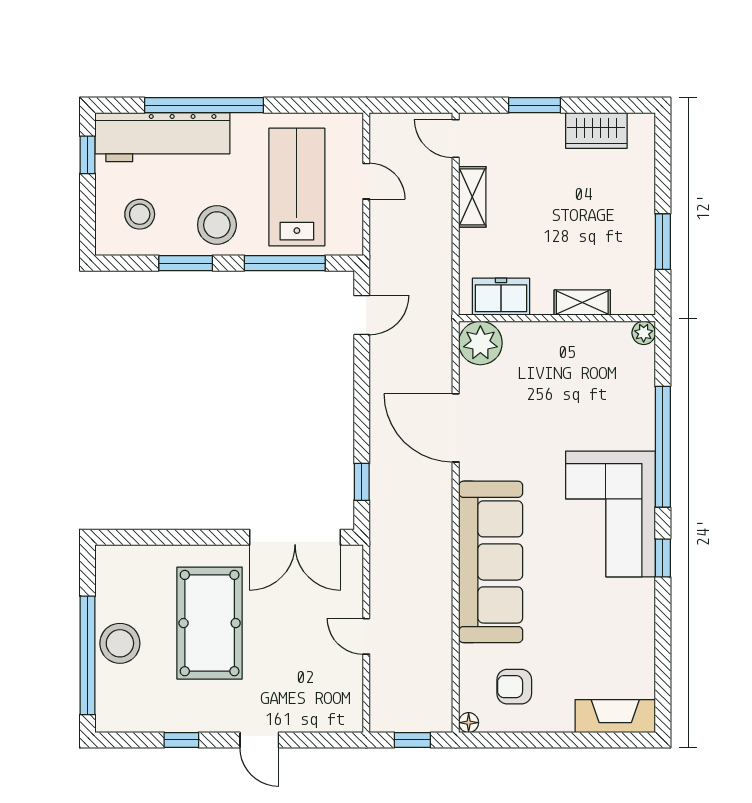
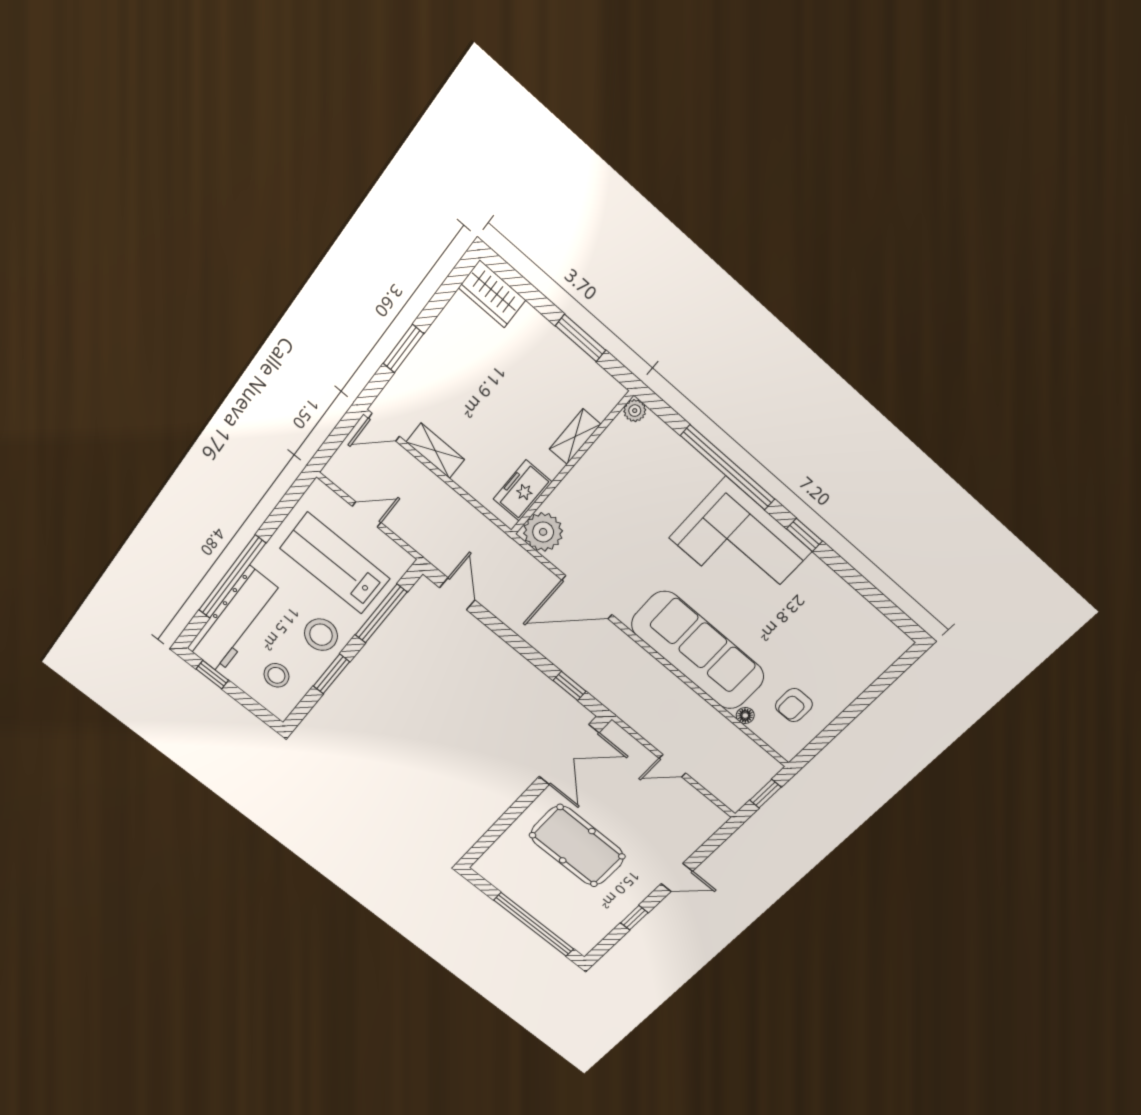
wardrobe: (596, 130) -> (492, 294), moved, turned 90
stool: (120, 643) -> (543, 902), removed
fireplace: (615, 716) -> (878, 659), removed
floor lamp: (469, 723) -> (745, 715), moved

